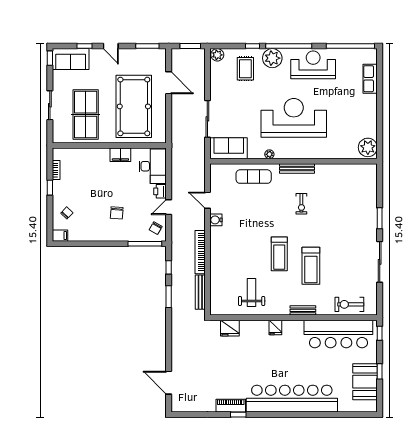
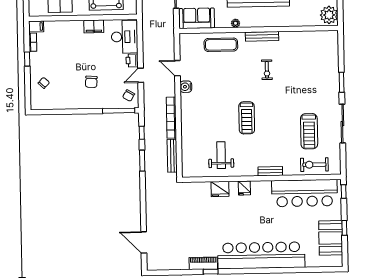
filing cabinet: (60, 236) -> (36, 27), moved
treadmill: (311, 266) -> (309, 131), moved
fridge: (230, 328) -> (220, 189), moved

